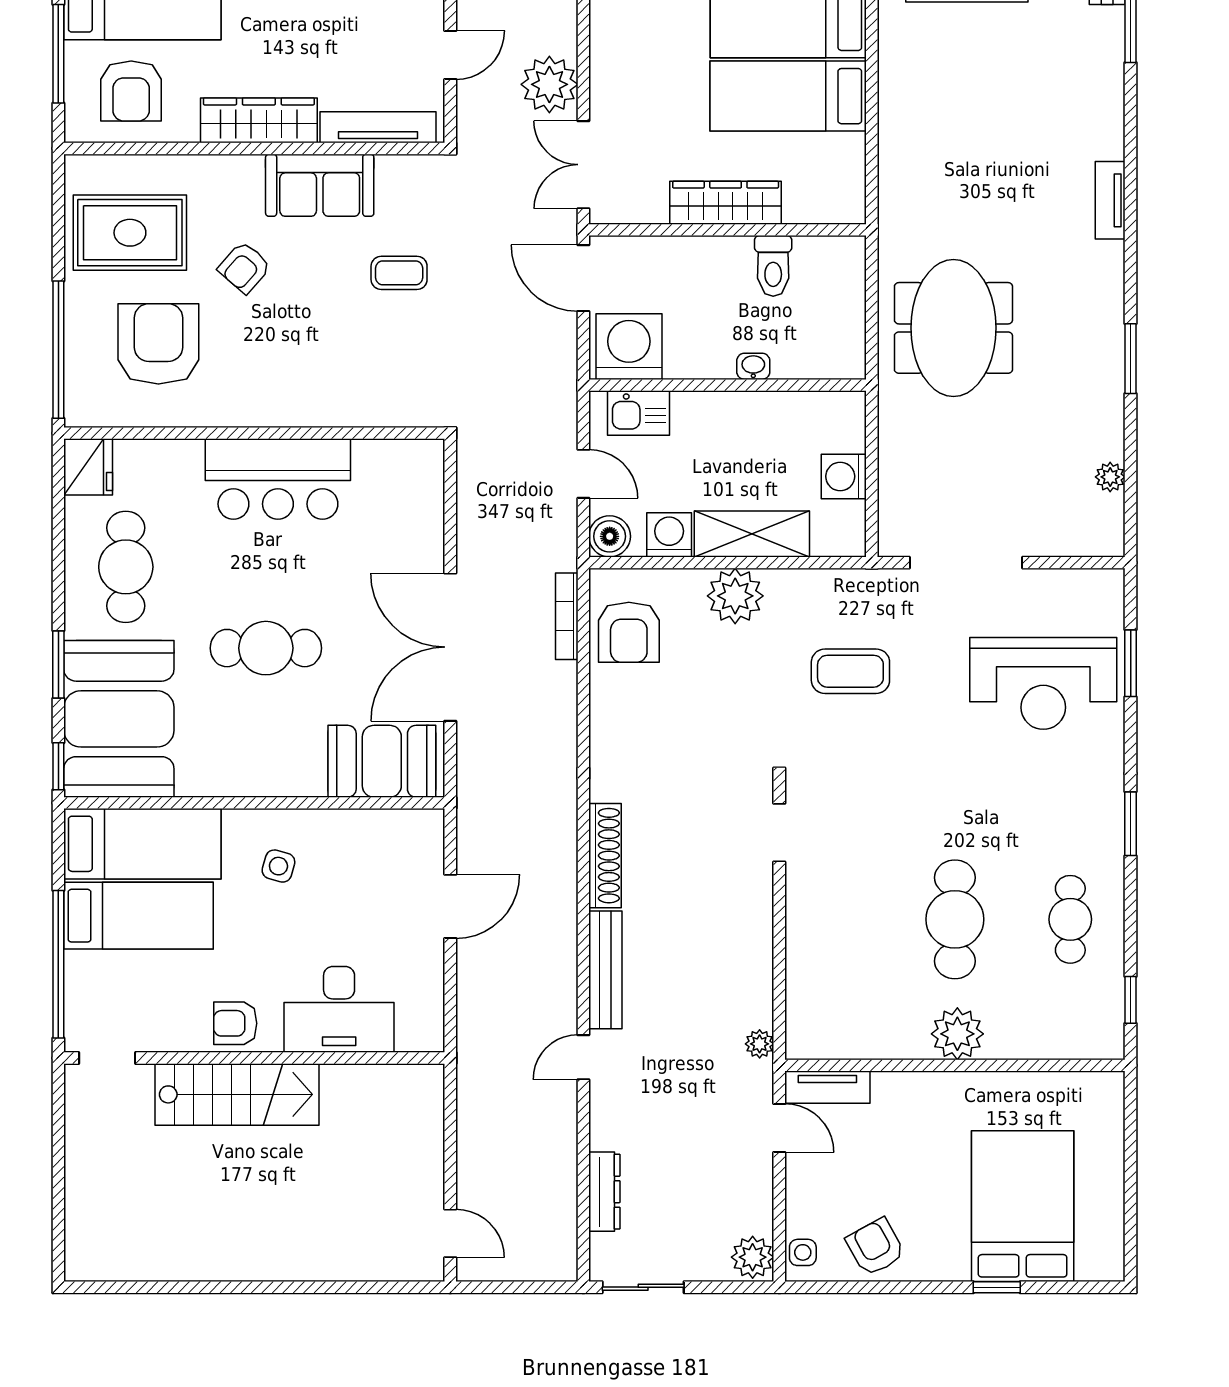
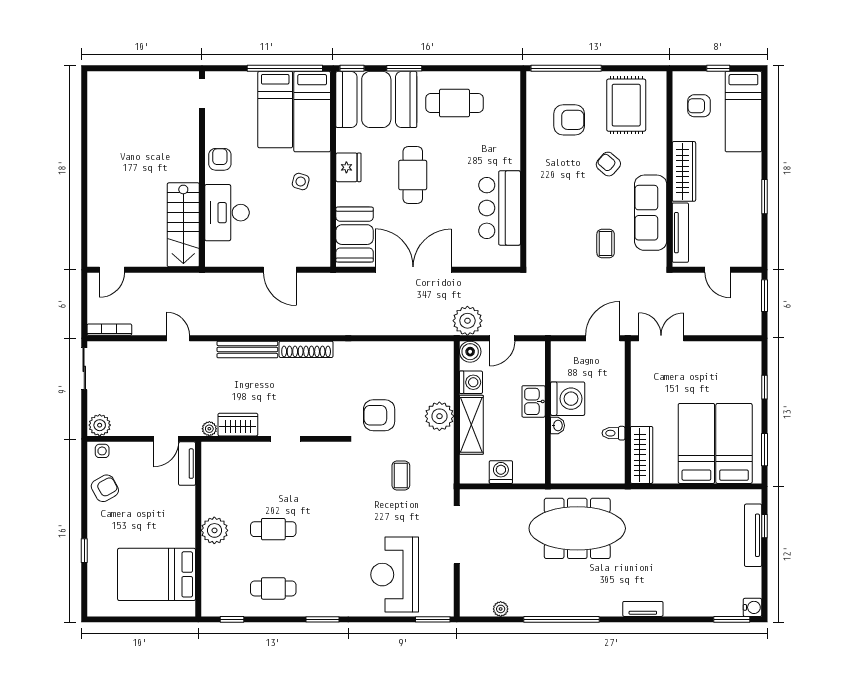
window: (58, 54) -> (718, 68), width x0.46
plant: (549, 84) -> (467, 321), moved
armchair: (131, 91) -> (699, 106), width x0.72, depth x0.72
sofa: (320, 185) -> (651, 213), width x1.36
wardrobe: (726, 203) -> (642, 455), moved
toilet: (773, 266) -> (614, 433), width x0.73, depth x0.72
meeting table: (953, 328) -> (577, 528), width x1.36
armchair: (158, 344) -> (569, 120), width x0.73, depth x0.73
washing machine: (629, 347) -> (568, 399), moved
window: (1131, 359) -> (561, 619), width x2.11
kitchen sink: (639, 413) -> (534, 401), moved
fridge: (88, 467) -> (348, 167), moved, turned -90
bar counter: (278, 479) -> (500, 208), moved
bookcase: (567, 616) -> (109, 330), moved
armchair: (629, 632) -> (379, 415), moved
window: (1131, 663) -> (433, 619), moved
coffee table: (850, 671) -> (401, 475), width x0.73, depth x0.77
doorway: (779, 833) -> (286, 439), moved
cafe table: (955, 919) -> (273, 529), width x0.73, depth x0.74
window: (58, 964) -> (285, 68), moved
wardrobe: (751, 988) -> (238, 425), added
door: (583, 1057) -> (178, 338), moved
stairs: (237, 1094) -> (183, 225), moved
dresser: (604, 1192) -> (133, 349), removed
bed: (1023, 1206) -> (157, 574), moved, turned 180

